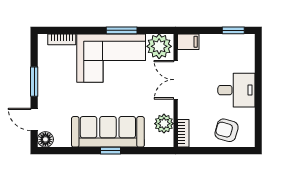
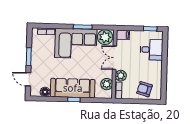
desk: (236, 90) -> (152, 50), moved
plant: (187, 109) -> (121, 76), added
floor lamp: (45, 139) -> (45, 92), moved

